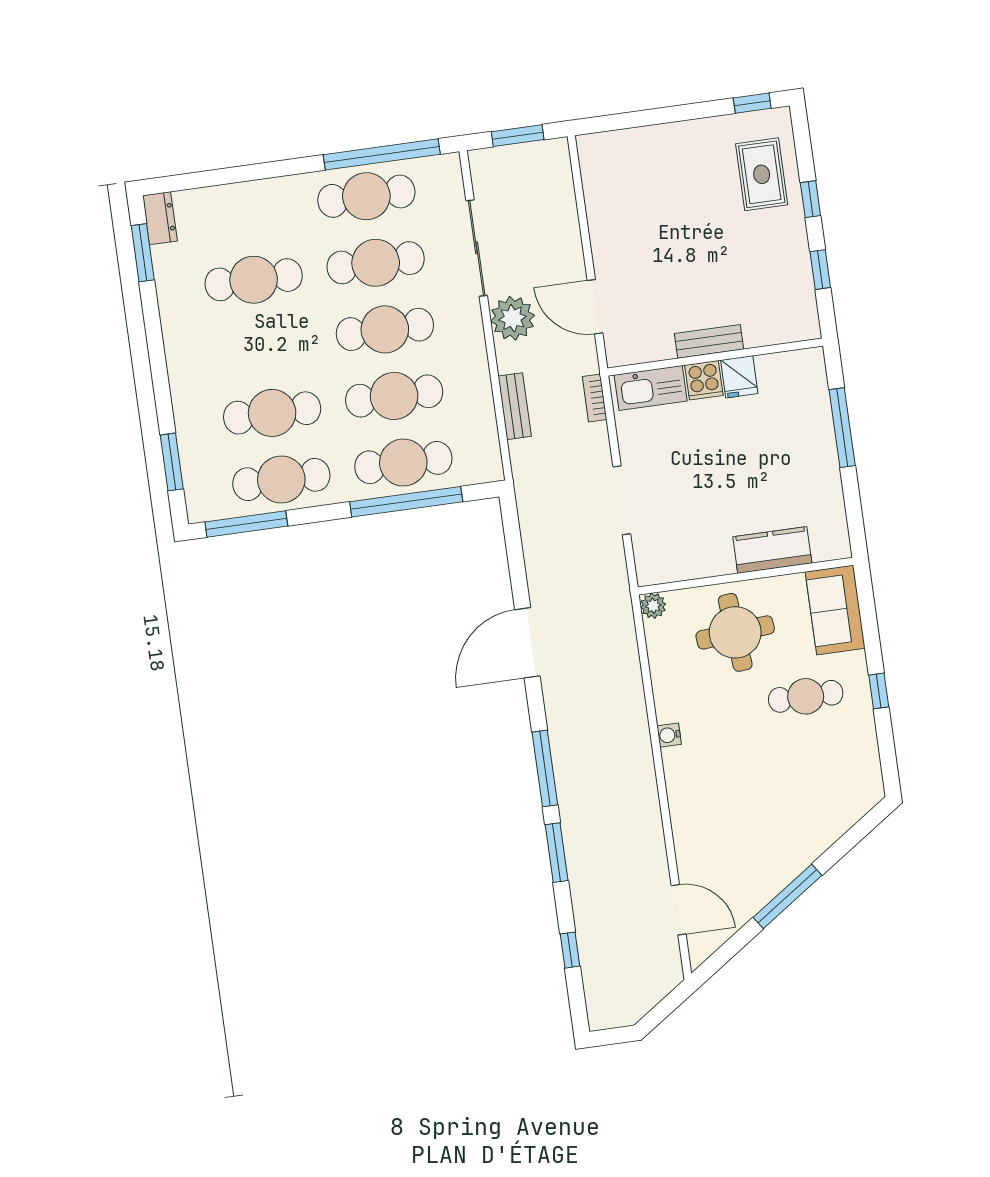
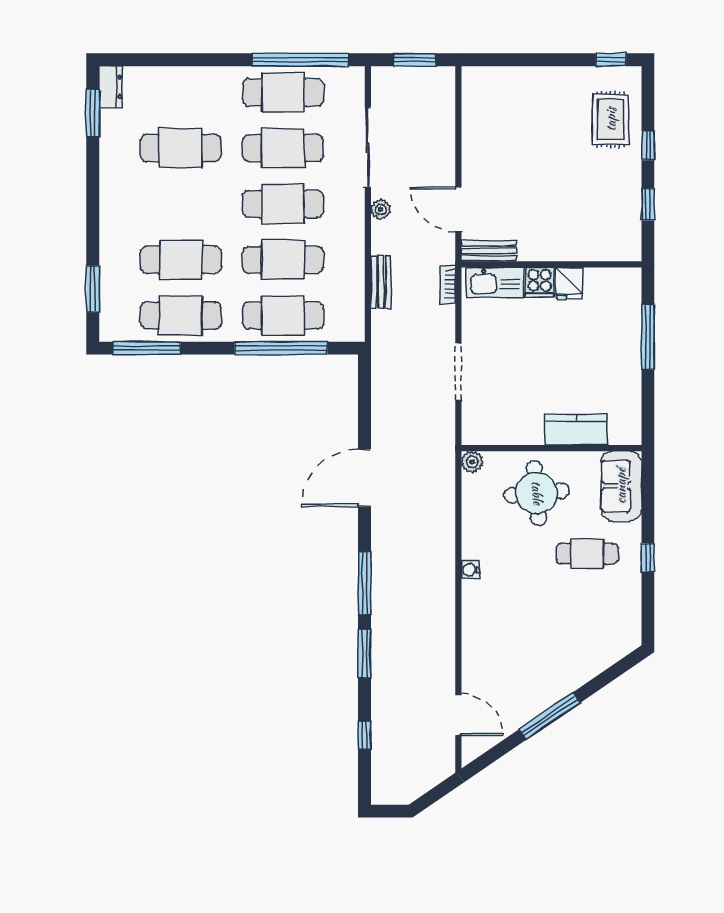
plant: (513, 318) -> (381, 209), width x0.53, depth x0.53
bench: (709, 341) -> (489, 251), moved

